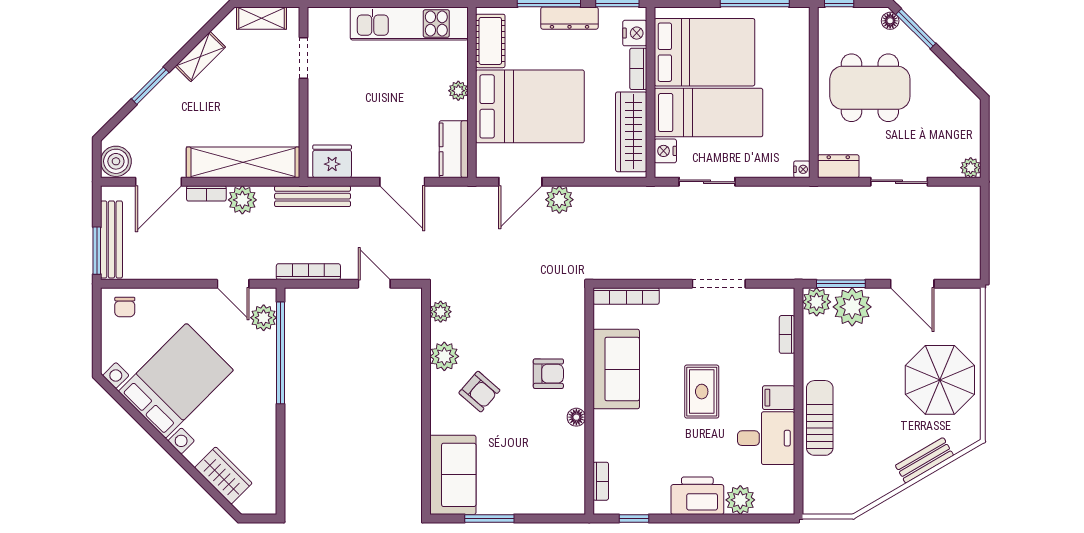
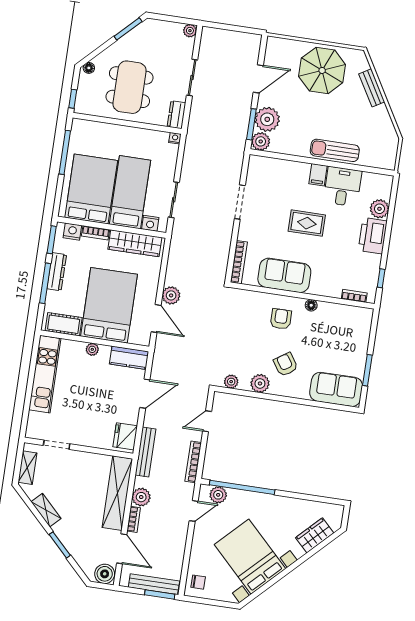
window: (916, 29) -> (128, 29), moved
bookcase: (787, 334) -> (279, 163), removed
armchair: (479, 392) -> (286, 364), turned -75

